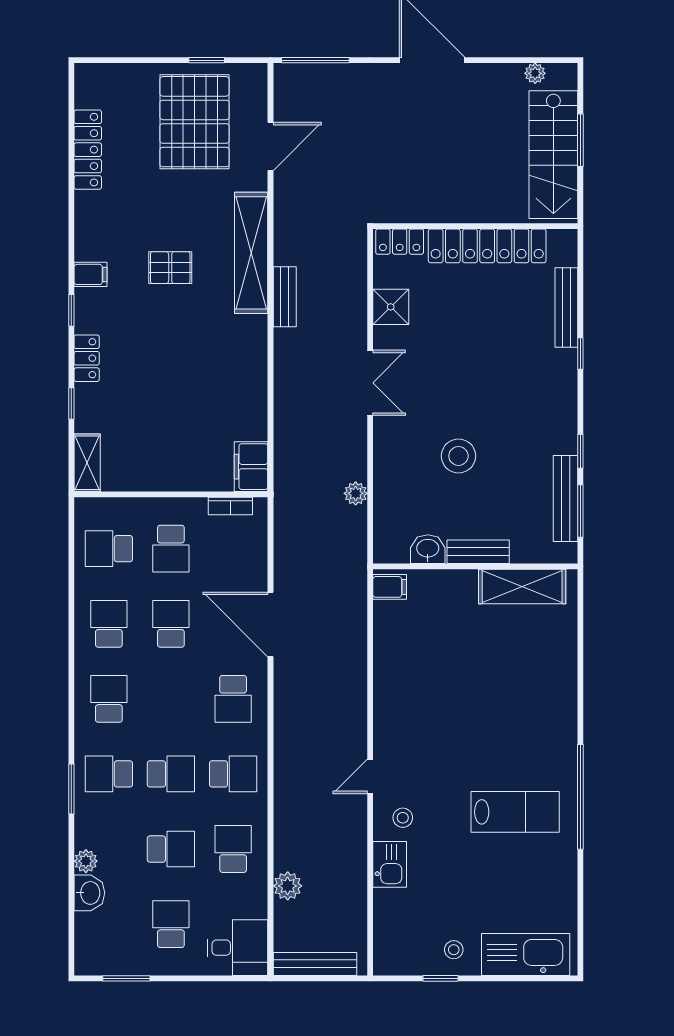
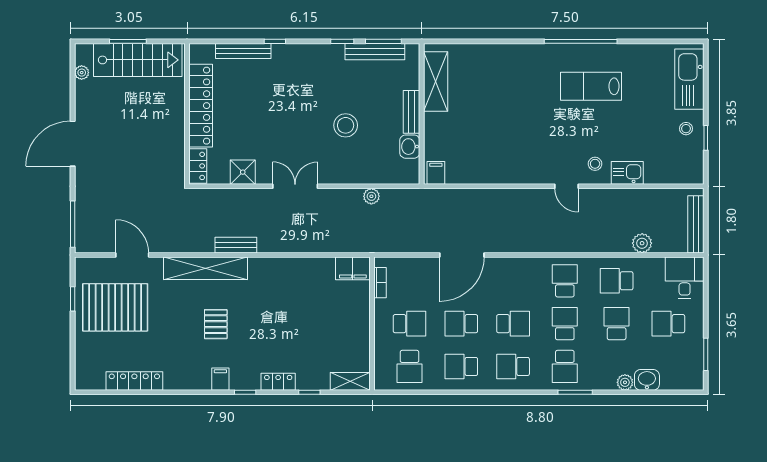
school desk: (233, 699) -> (513, 324), moved
lab bench: (515, 812) -> (591, 86), turned -90

